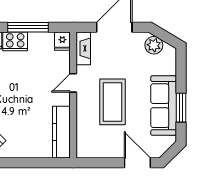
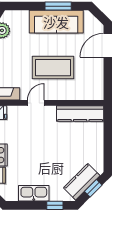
door: (73, 83) -> (36, 103), swing flipped

